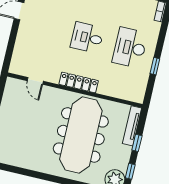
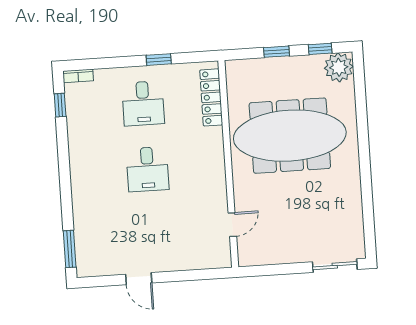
desk: (130, 48) -> (143, 103), width x0.73
locker: (79, 82) -> (211, 97), moved
tv unit: (132, 126) -> (254, 66), removed

